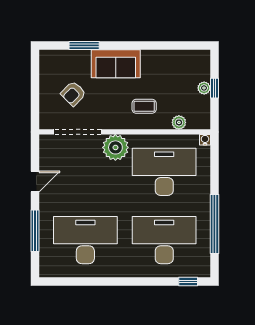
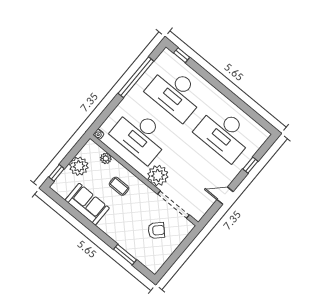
sofa: (116, 64) -> (87, 204), moved
plant: (204, 88) -> (79, 166), width x1.87, depth x1.87
window: (215, 88) -> (57, 173), moved
window: (35, 231) -> (250, 165), width x0.46

